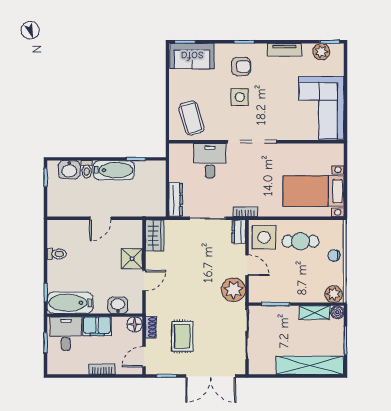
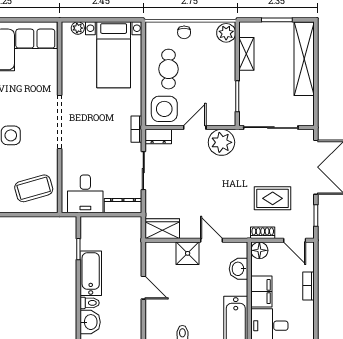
plant: (338, 158) -> (78, 28), added
desk: (210, 161) -> (85, 194), moved, turned -90
boiler: (337, 312) -> (246, 29), removed

